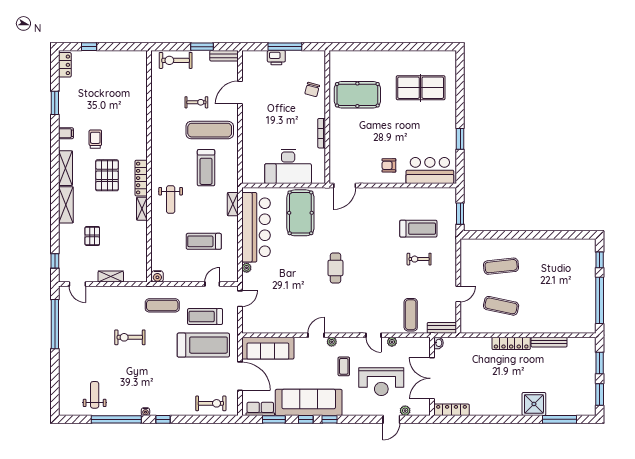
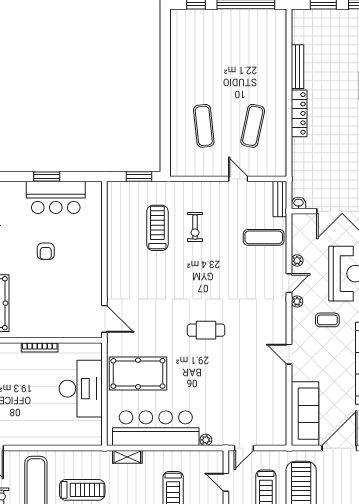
armchair: (389, 165) -> (46, 251), moved
bar counter: (430, 171) -> (56, 197), moved, turned -90
door: (240, 299) -> (244, 448), swing flipped
plant: (332, 342) -> (297, 301), moved

